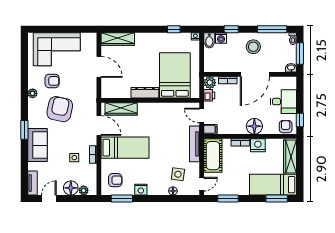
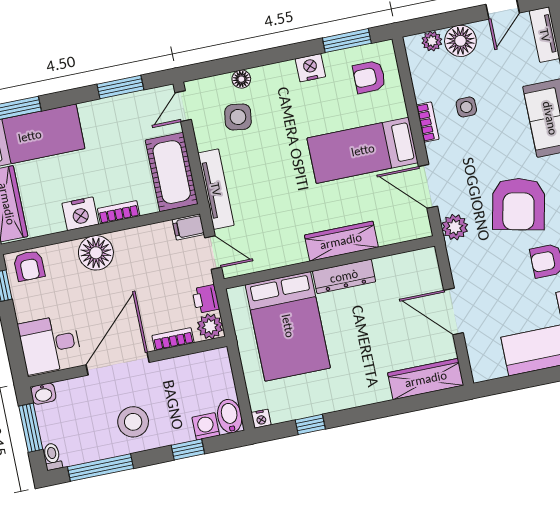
desk: (283, 102) -> (50, 344), moved
plant: (91, 105) -> (455, 227), added
wardrobe: (121, 109) -> (341, 241), moved

